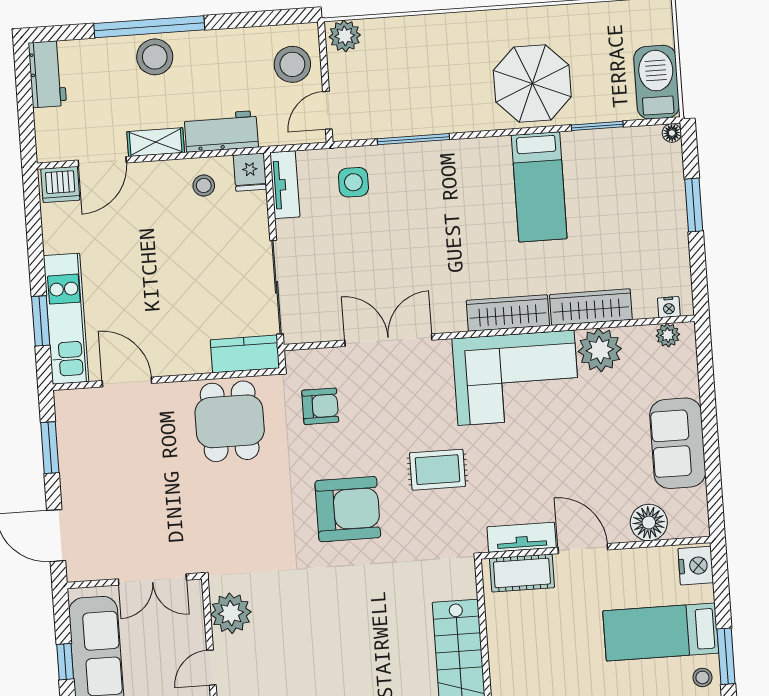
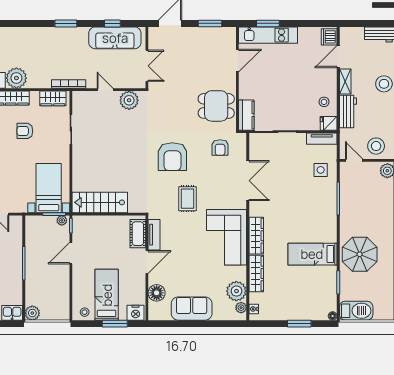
door: (102, 161) -> (338, 57), hinge flipped
plant: (600, 350) -> (236, 291), moved
double door: (152, 579) -> (147, 66), swing flipped
window: (726, 656) -> (115, 324), moved

